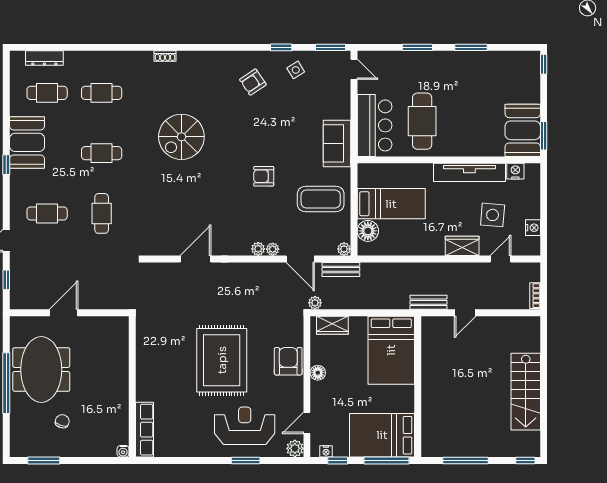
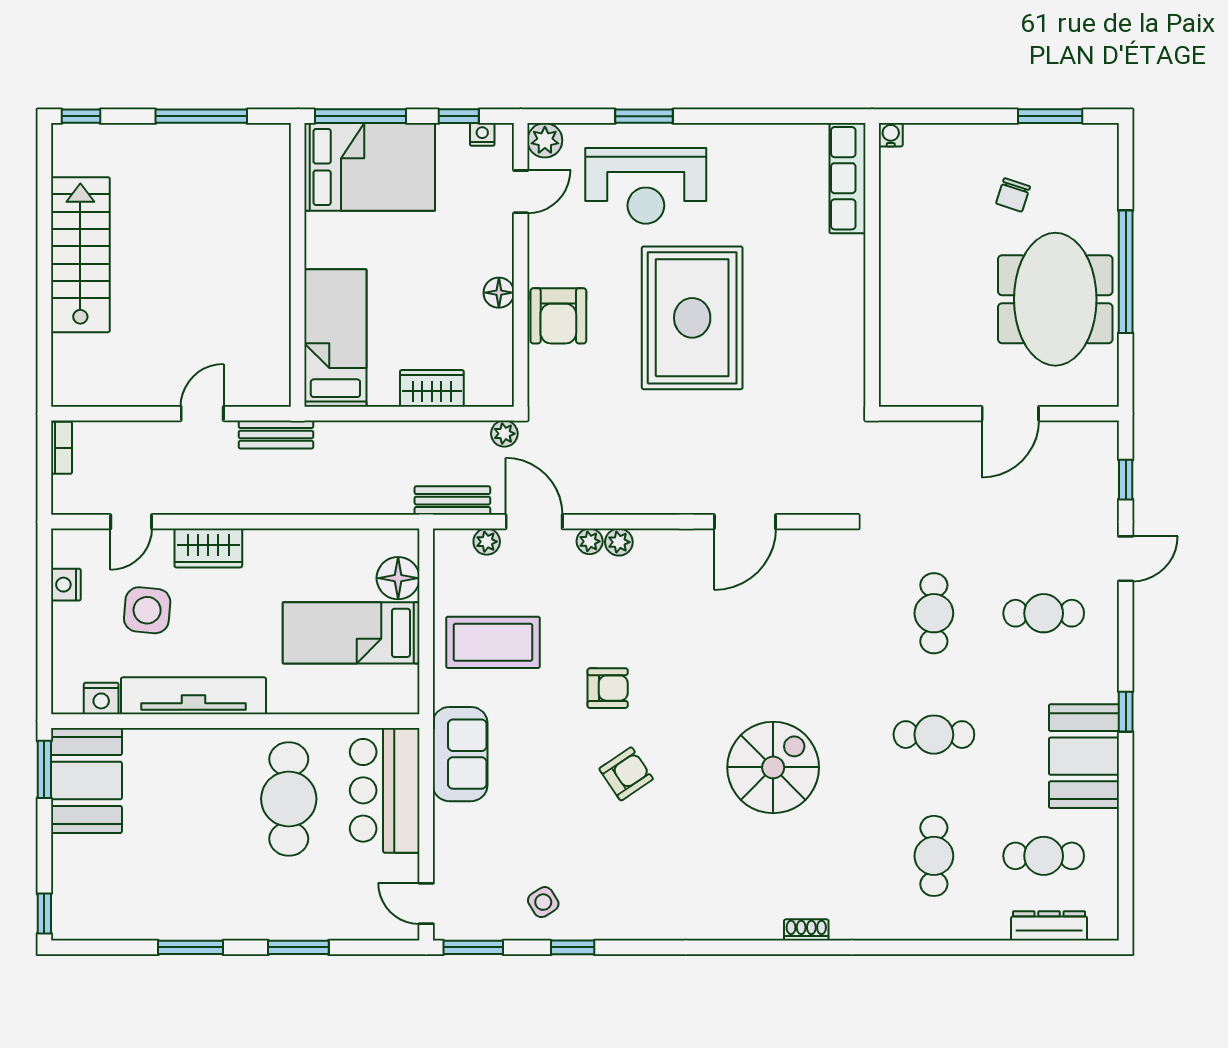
armchair: (253, 82) -> (626, 774), moved
cafe table: (102, 93) -> (934, 856), turned 90
plant: (344, 249) -> (487, 542), moved
wardrobe: (332, 325) -> (432, 388), moved
bed: (391, 350) -> (335, 338), width x0.67

